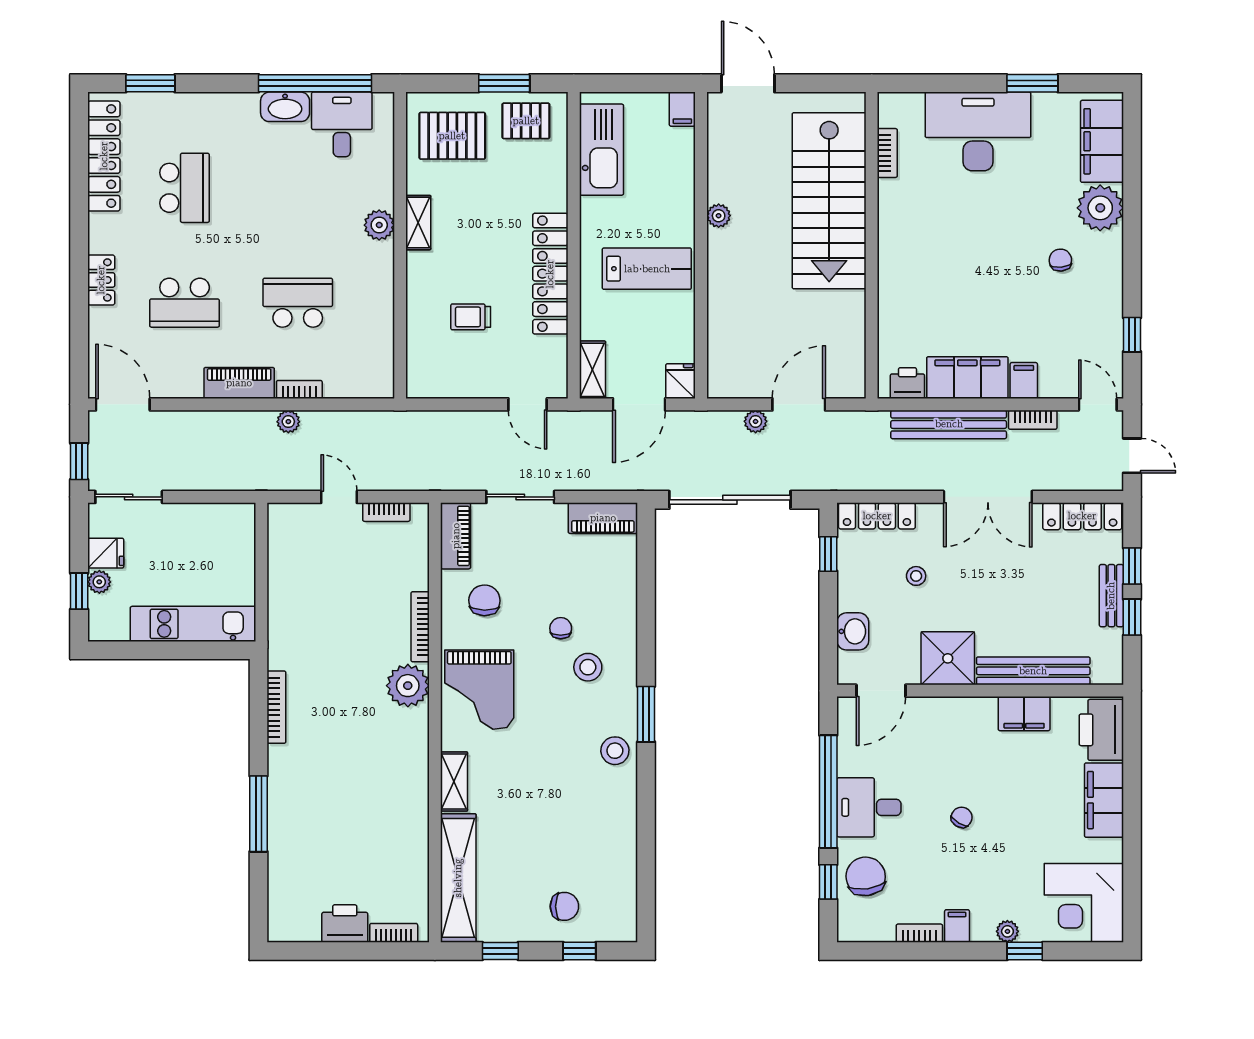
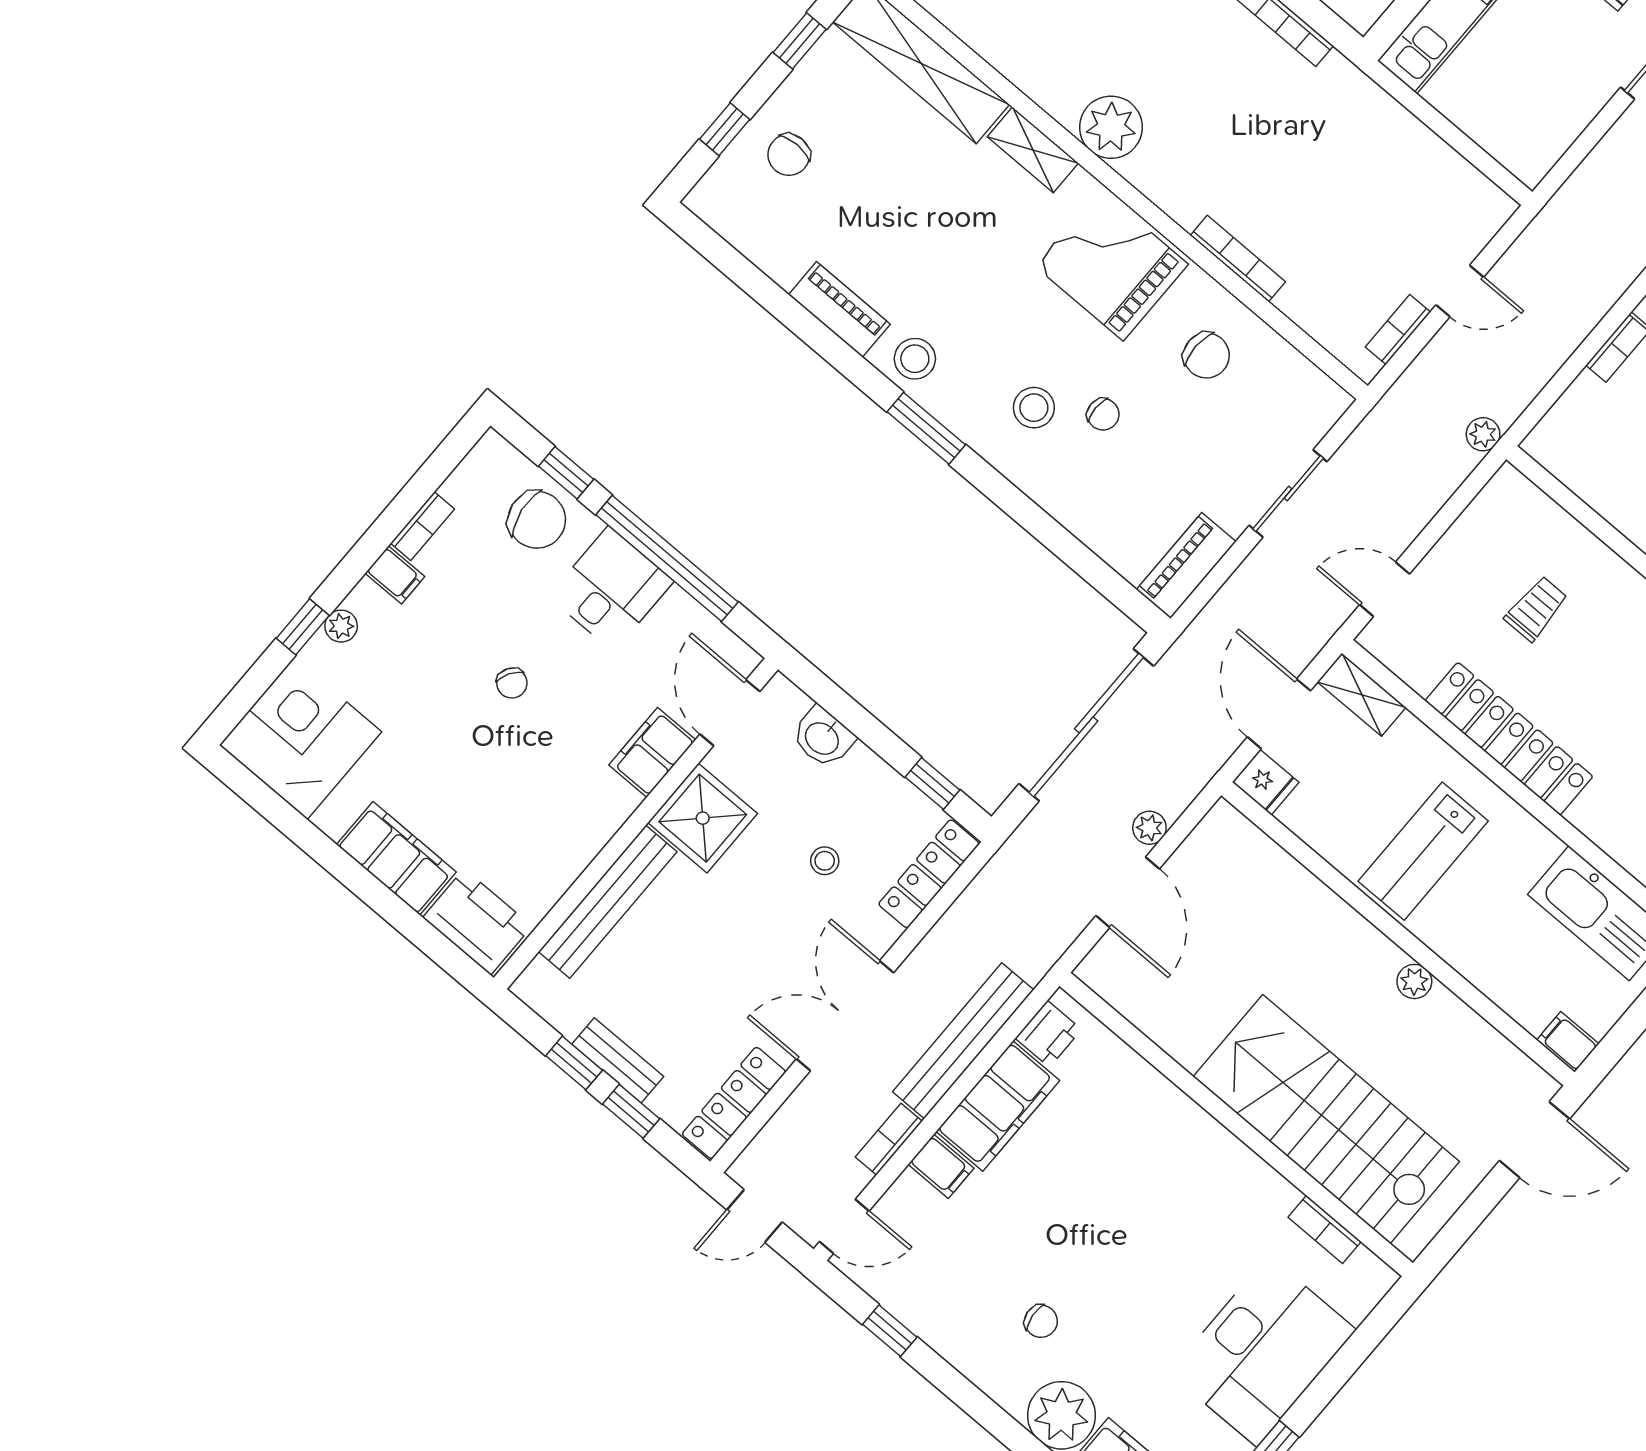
plant: (288, 422) -> (1483, 434), moved
piano: (456, 536) -> (839, 309), moved, turned 180
plant: (408, 686) -> (1111, 127), moved
filing cabinet: (1024, 714) -> (652, 752), moved

